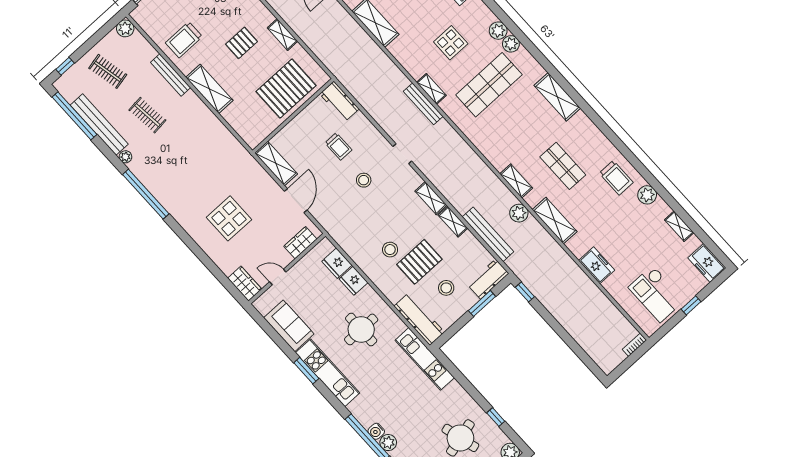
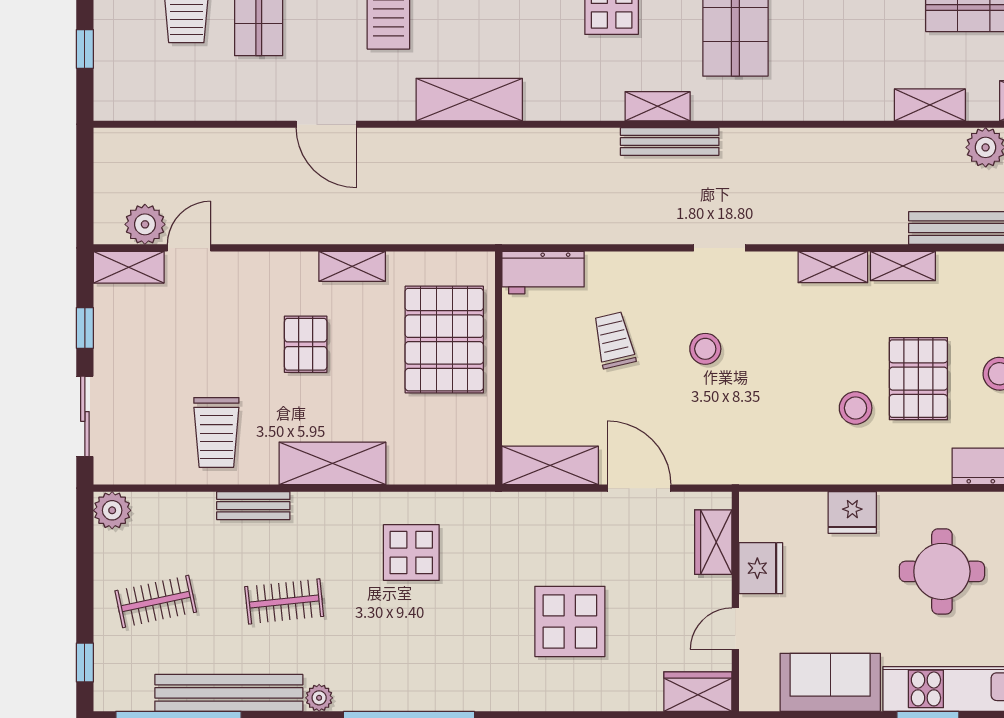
bench: (170, 75) -> (253, 506), width x0.73
display table: (203, 143) -> (411, 553), added
trolley: (338, 146) -> (614, 340), turned -103
fridge: (337, 263) -> (761, 568), moved, turned -90

